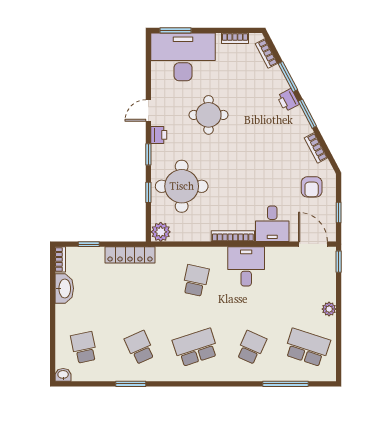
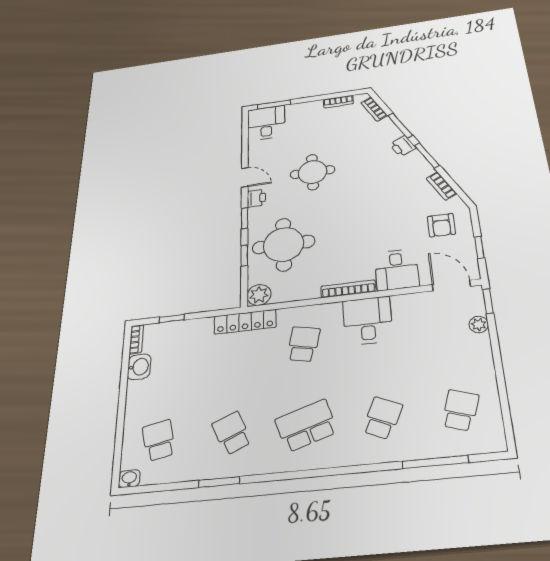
desk: (183, 57) -> (266, 123), width x0.53, depth x0.77
door: (148, 110) -> (245, 177), swing flipped
locker: (130, 255) -> (245, 322), moved
washbasin: (64, 288) -> (139, 367), width x0.72
plant: (329, 309) -> (479, 324), moved
school desk: (307, 347) -> (460, 410), width x0.54

